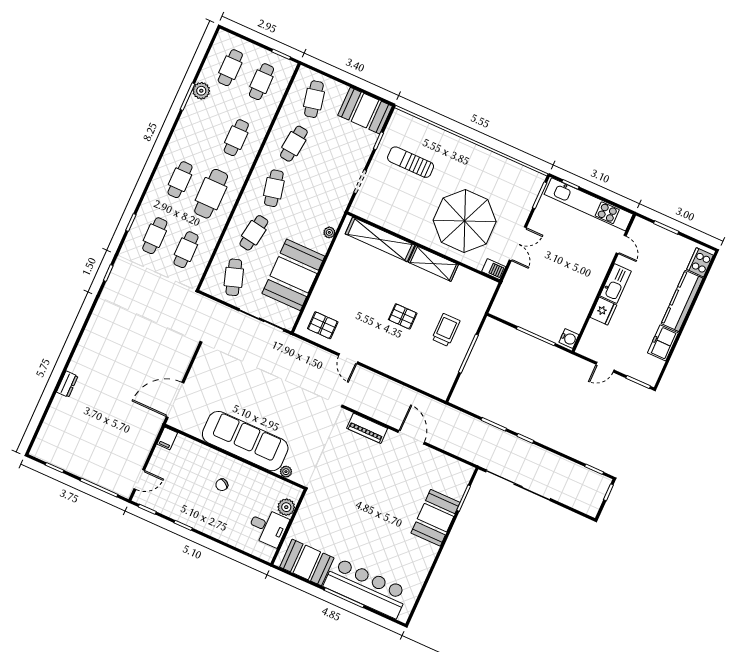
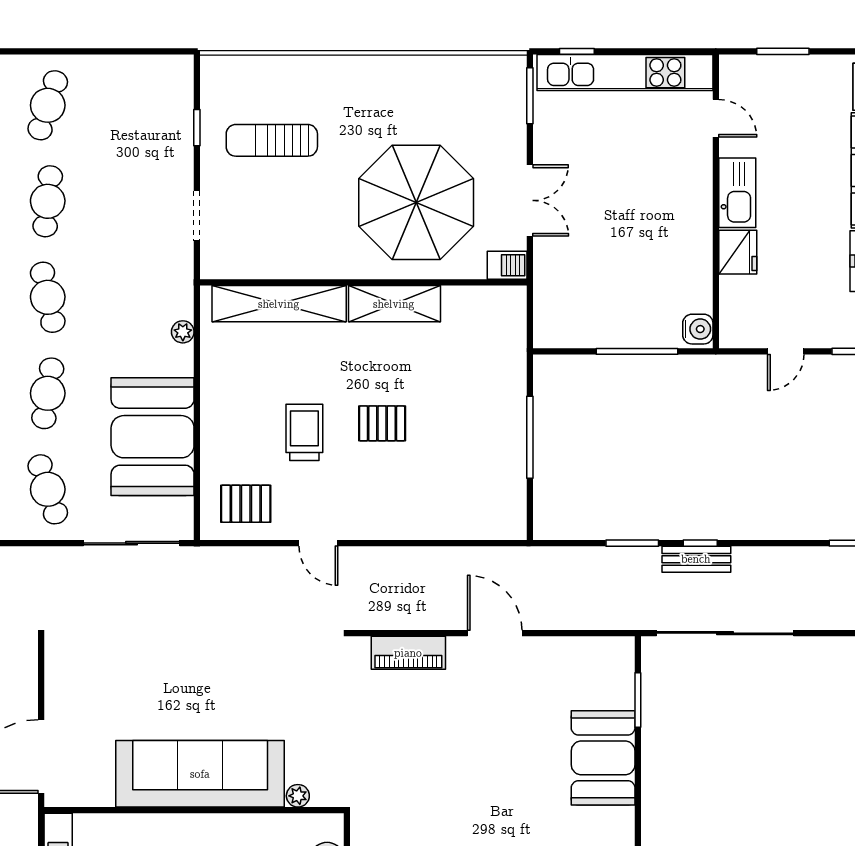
cafe table: (314, 99) -> (48, 105), turned 30
booth: (365, 111) -> (149, 85), removed
trolley: (446, 330) -> (304, 432), moved
bench: (520, 445) -> (696, 559), added

